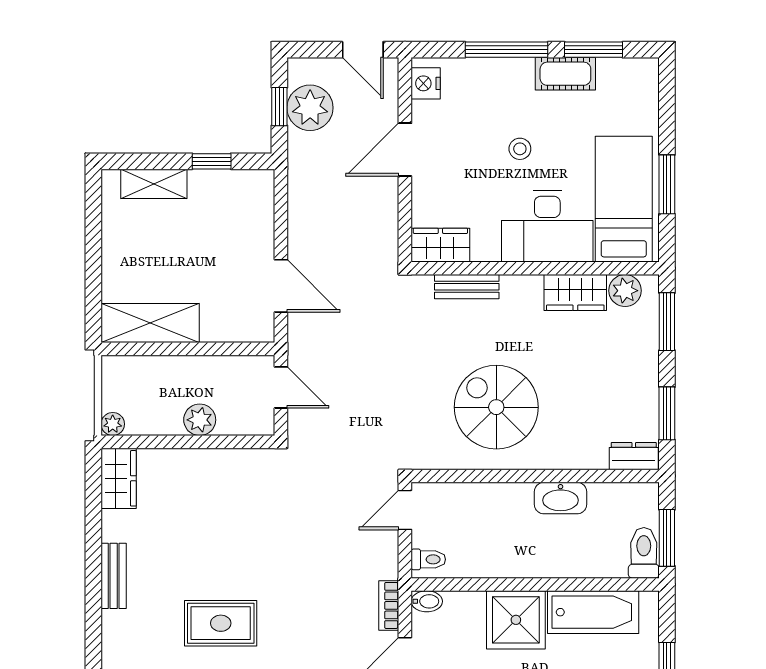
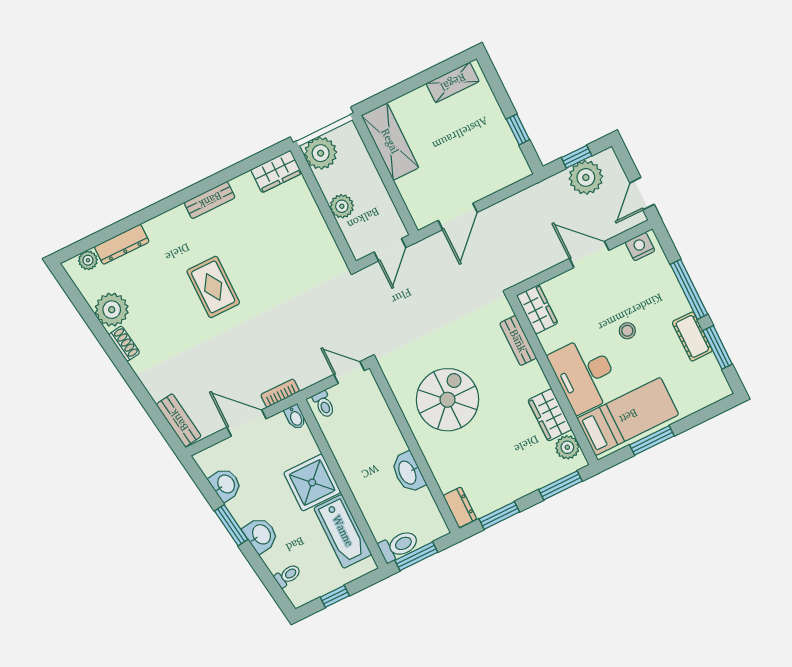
shelving: (154, 184) -> (453, 82), moved, turned 90
plant: (113, 424) -> (321, 153), width x1.88, depth x1.88

